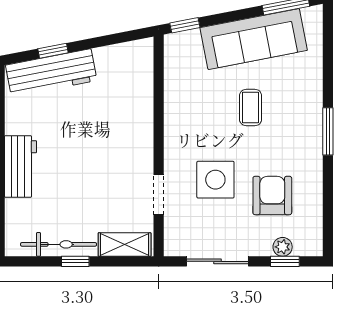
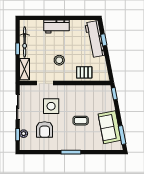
sofa: (254, 39) -> (110, 127), width x0.73
pallet: (133, 99) -> (84, 72), added
stool: (103, 160) -> (59, 60), added
armchair: (272, 195) -> (45, 129), turned 90

